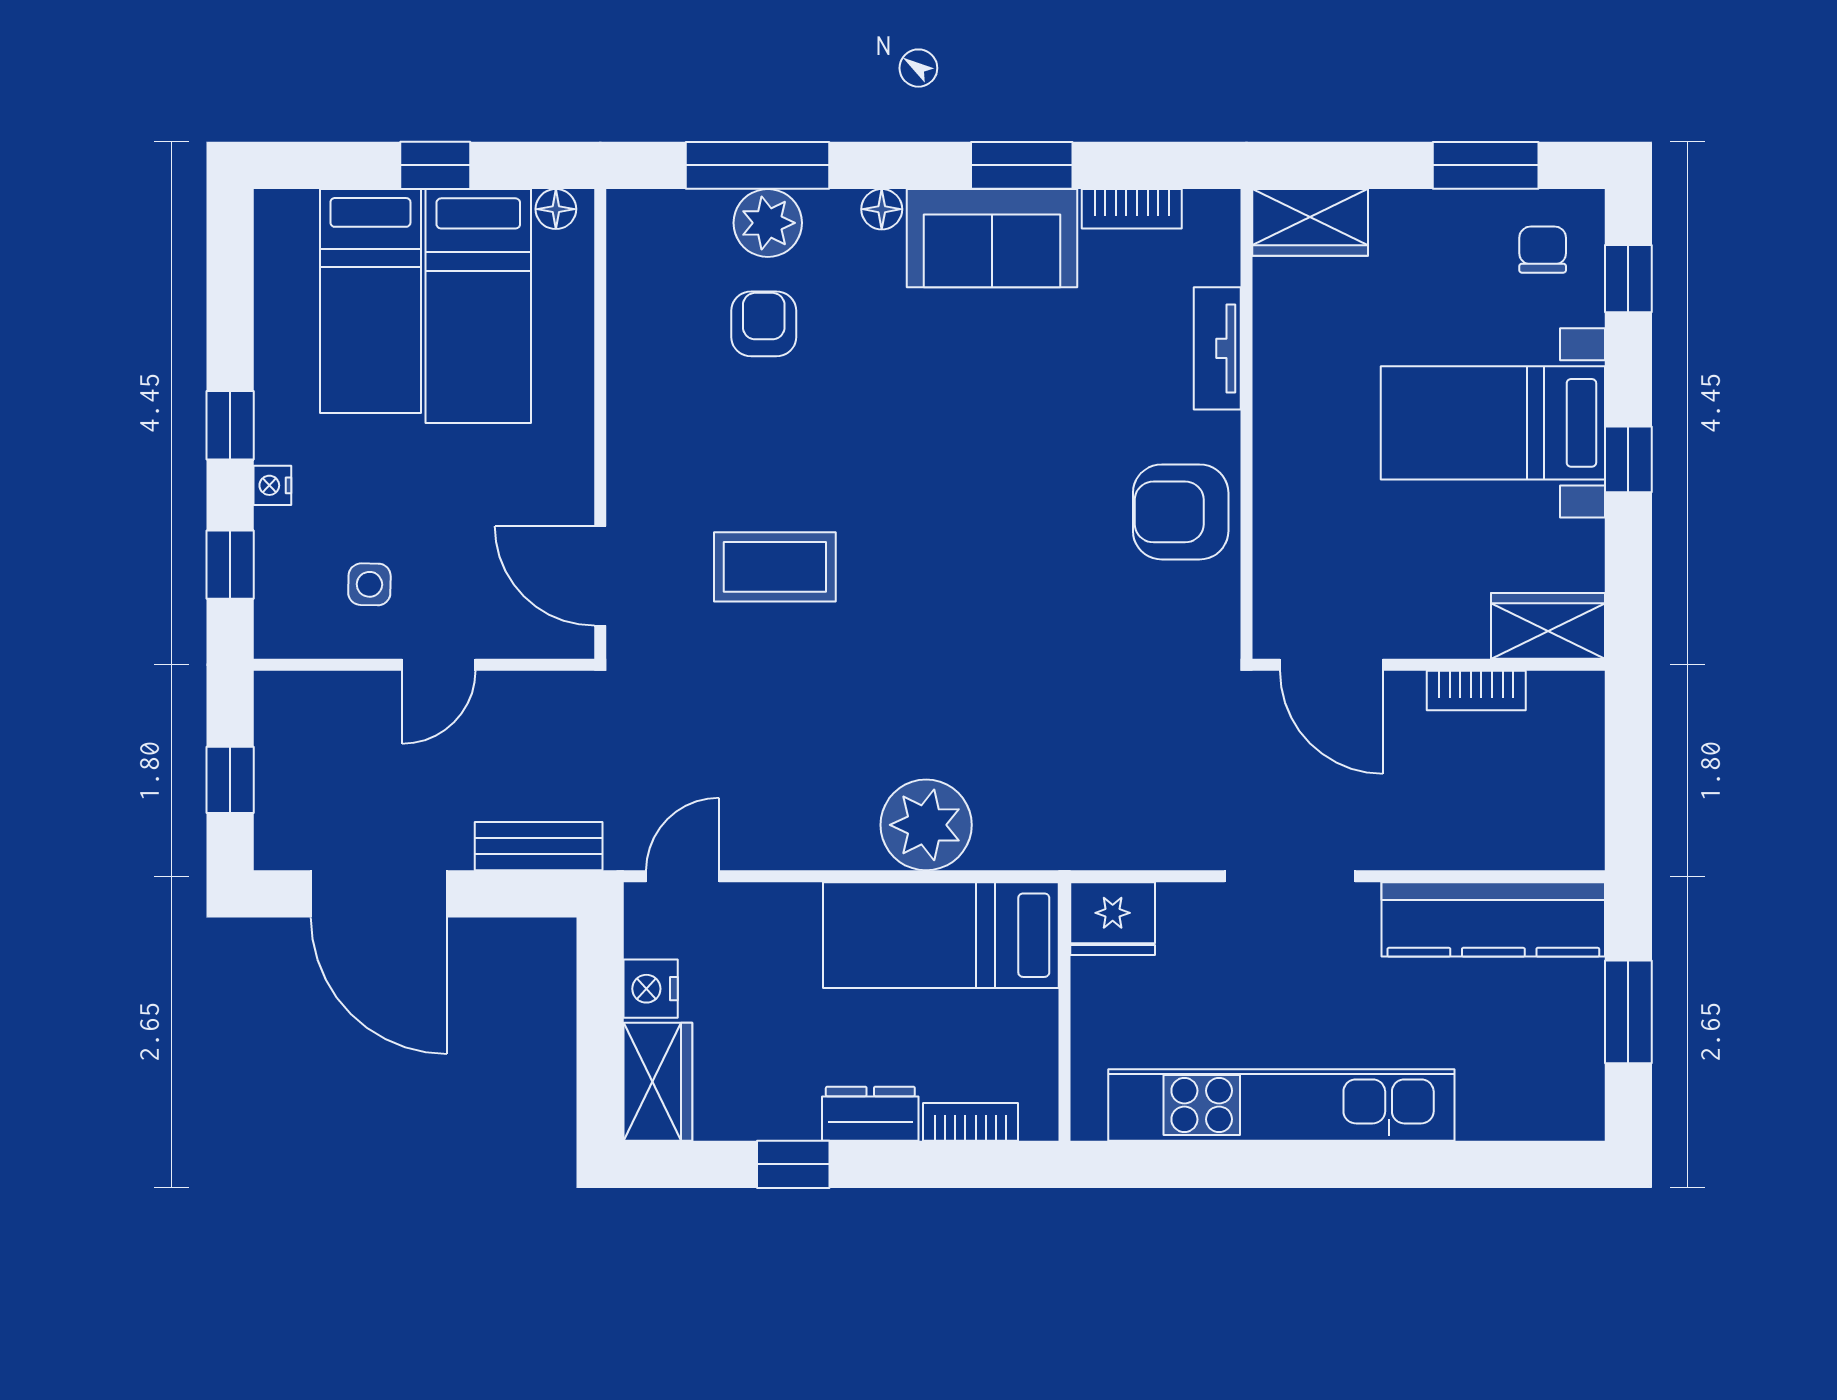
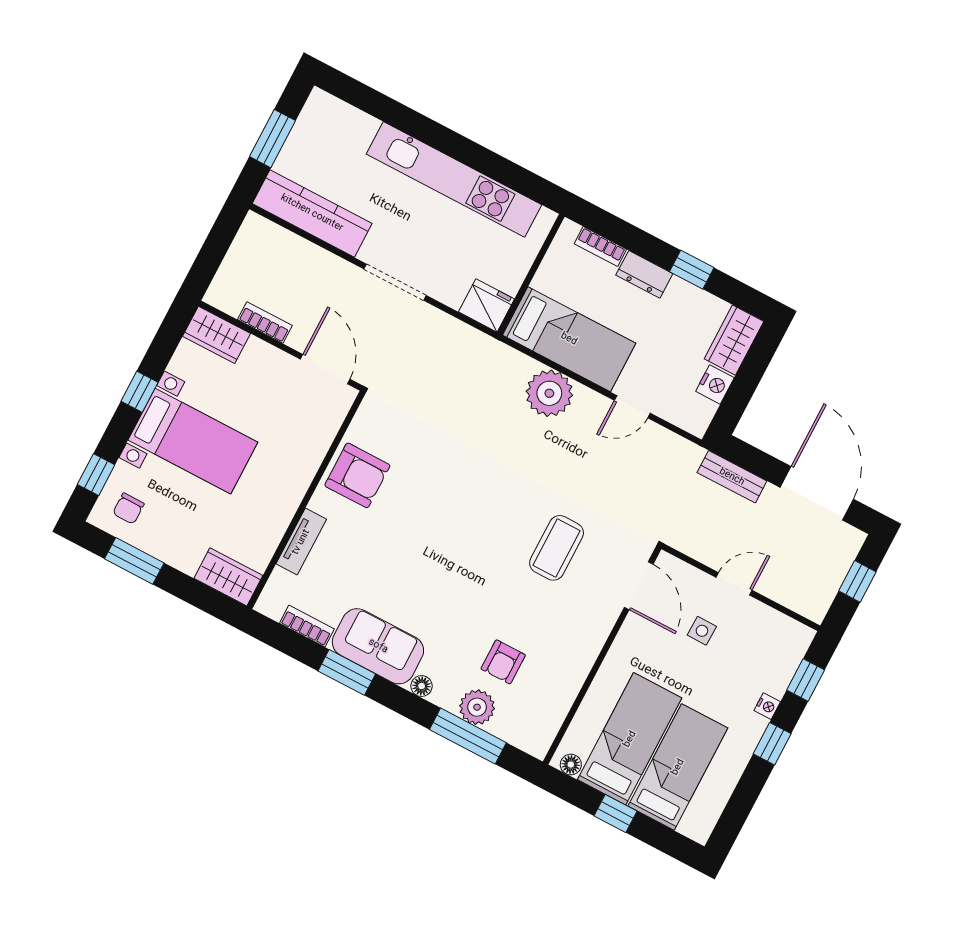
coffee table: (775, 567) -> (557, 548), turned 90
side table: (369, 584) -> (702, 631), moved
door: (683, 876) -> (632, 407), moved

